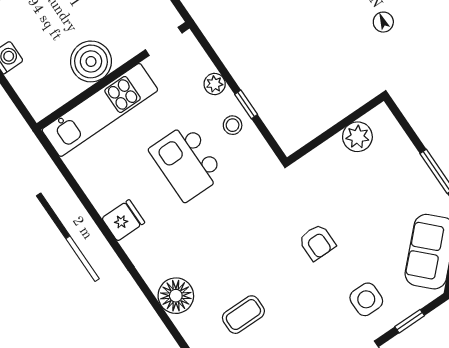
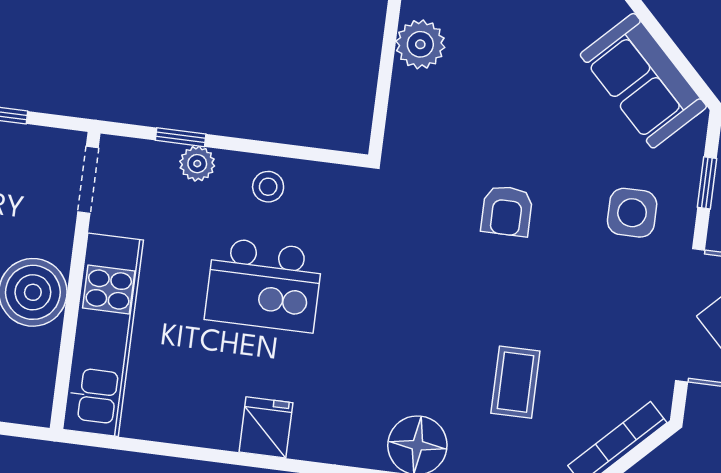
window: (246, 104) -> (181, 137), moved
armchair: (317, 242) -> (507, 211), turned 90

